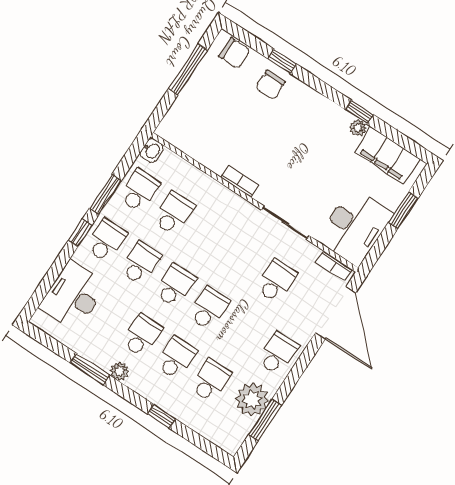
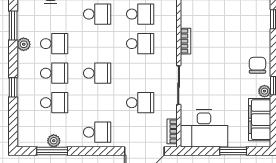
chair: (270, 85) -> (257, 65), moved, turned 90
school desk: (175, 286) -> (140, 44), moved
plant: (252, 399) -> (54, 141), width x0.53, depth x0.53

